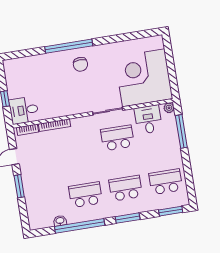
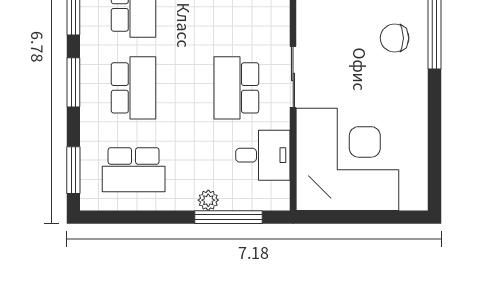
plant: (169, 108) -> (208, 200), moved
school desk: (117, 138) -> (236, 88), turned 180
school desk: (166, 182) -> (134, 170), turned 90

